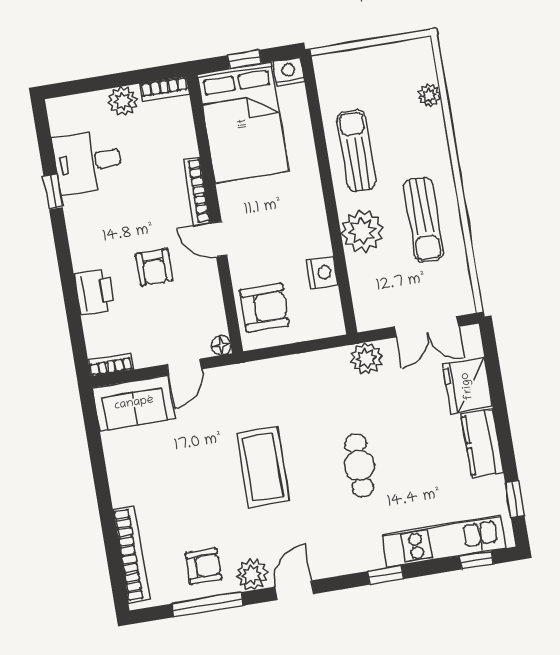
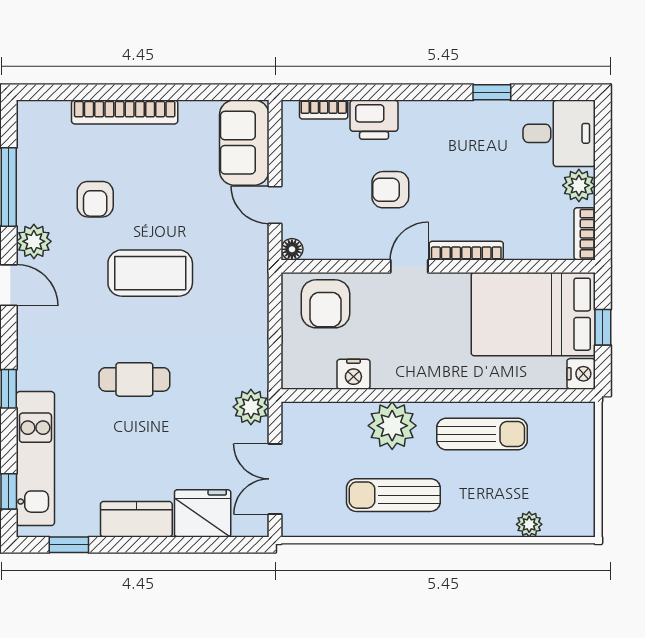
desk: (88, 162) -> (559, 133), moved, turned 90
bookcase: (111, 365) -> (324, 110), moved, turned 90
bookcase: (131, 554) -> (125, 112), moved
armchair: (203, 566) -> (95, 199), moved

